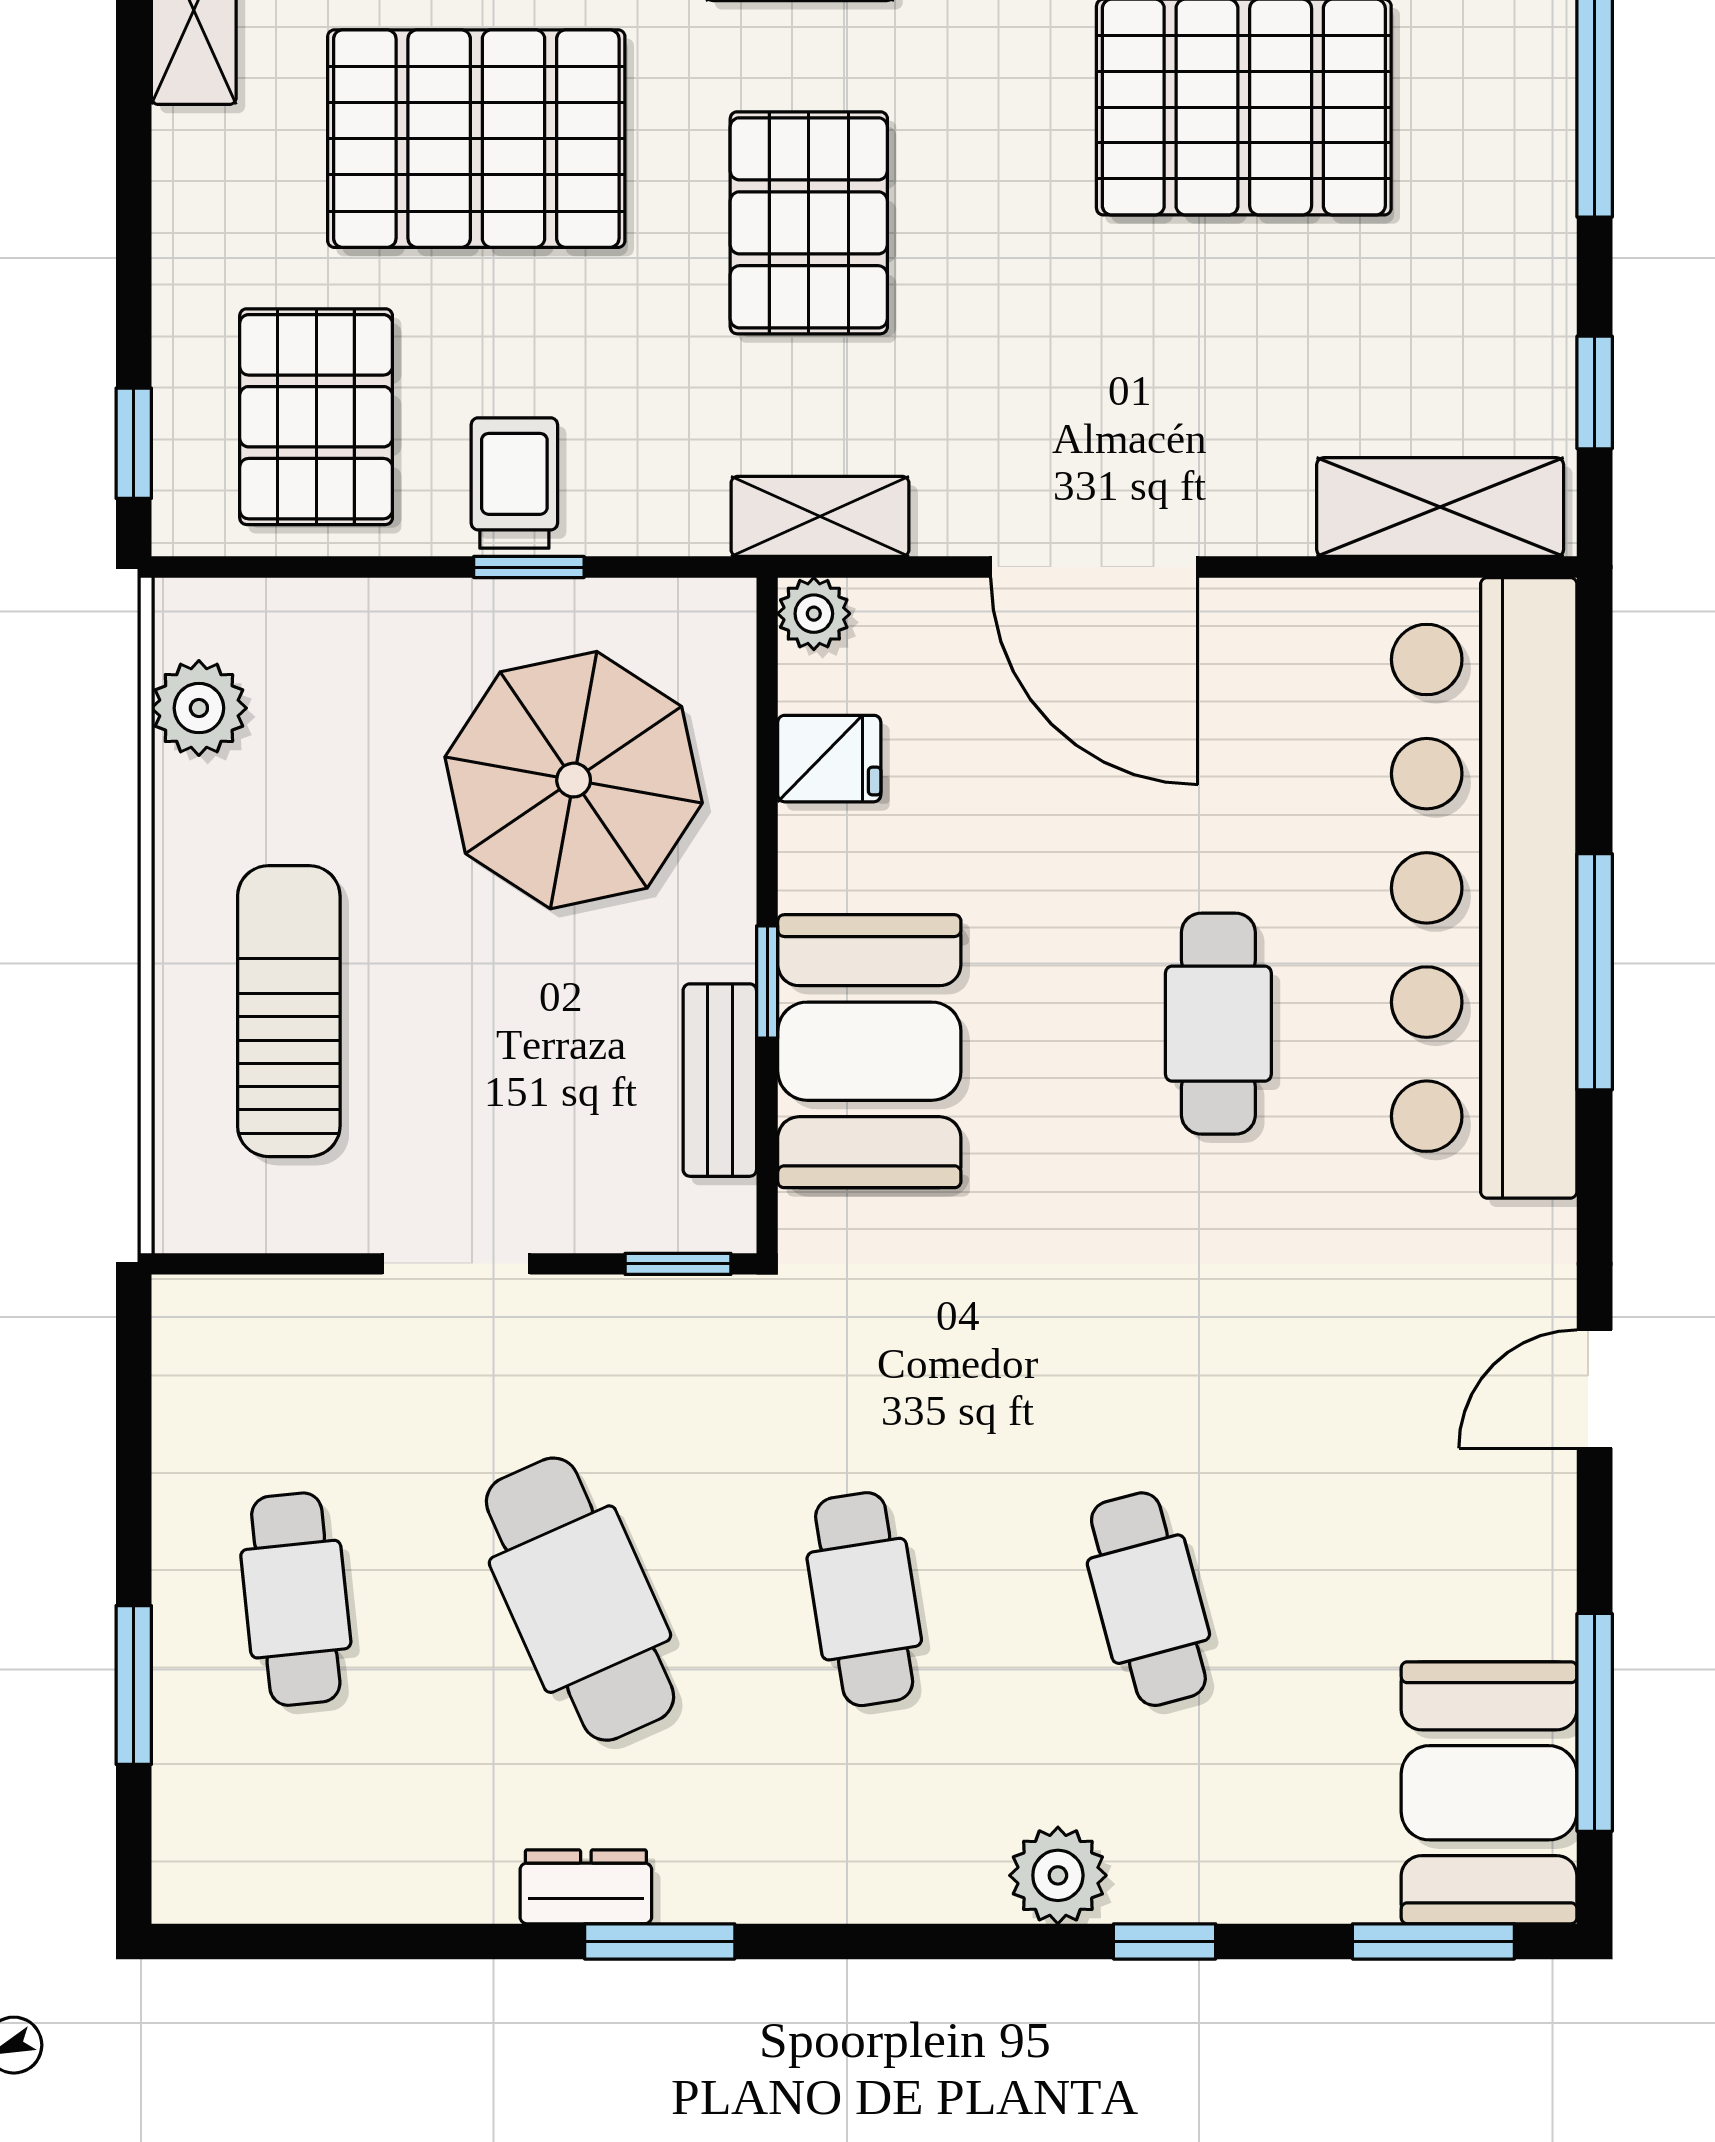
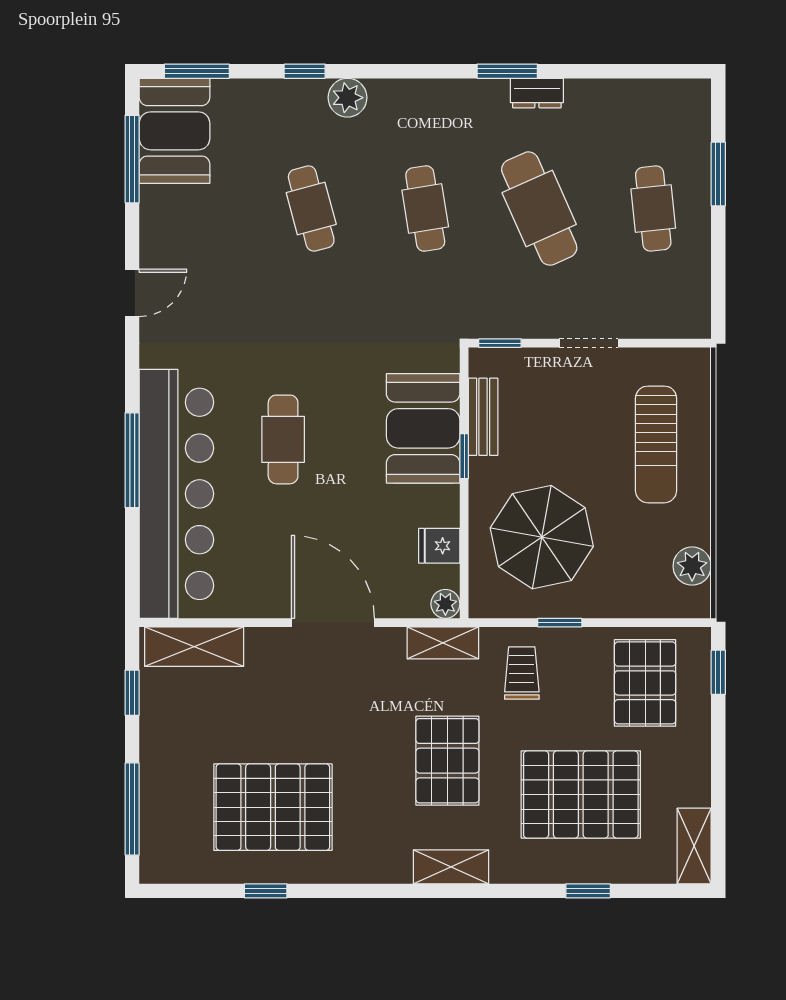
trolley: (514, 483) -> (522, 673), moved, turned 180

